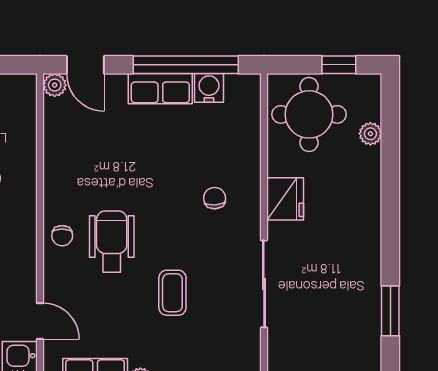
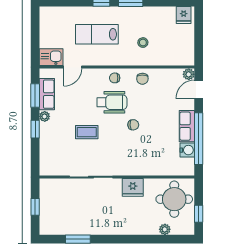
chair: (64, 179) -> (142, 79), added
chair: (215, 198) -> (133, 125), moved

